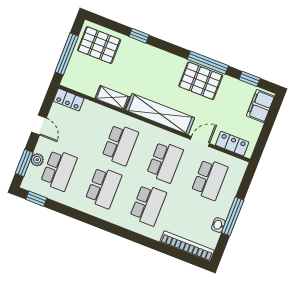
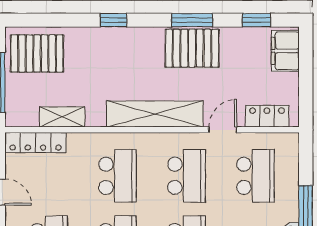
window: (139, 36) -> (113, 20), moved
window: (208, 63) -> (192, 20), width x0.69
shelving: (112, 98) -> (62, 117), moved
locker: (69, 100) -> (35, 142), width x1.53

